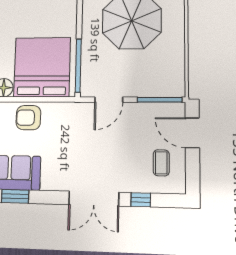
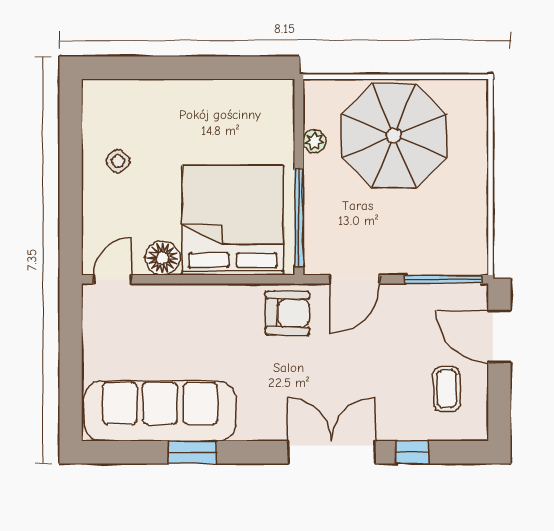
plant: (88, 24) -> (314, 141), added
armchair: (28, 118) -> (287, 313), moved, turned 180
double door: (94, 199) -> (331, 452), swing flipped

